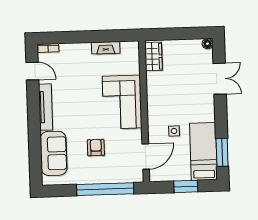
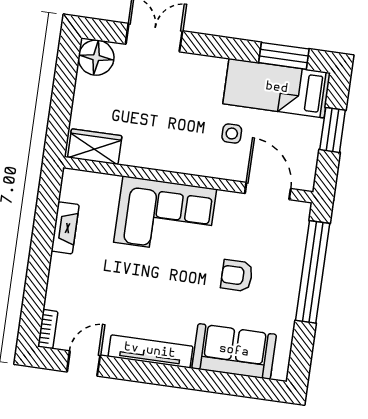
floor lamp: (208, 44) -> (96, 58), width x1.89, depth x1.89

